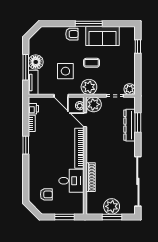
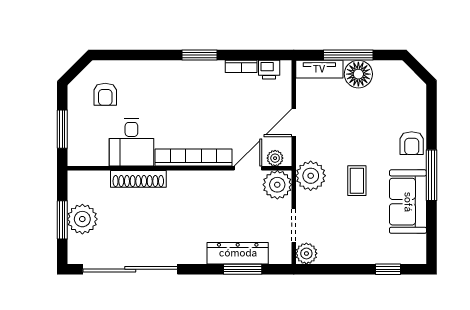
side table: (65, 71) -> (341, 131), removed

